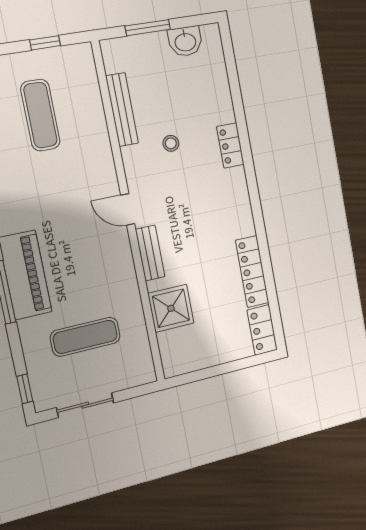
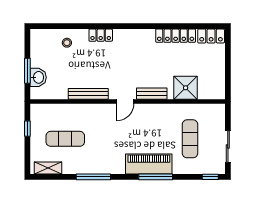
washbasin: (185, 41) -> (38, 77), moved
bench: (122, 110) -> (88, 94), moved
stool: (171, 143) -> (67, 43), moved

